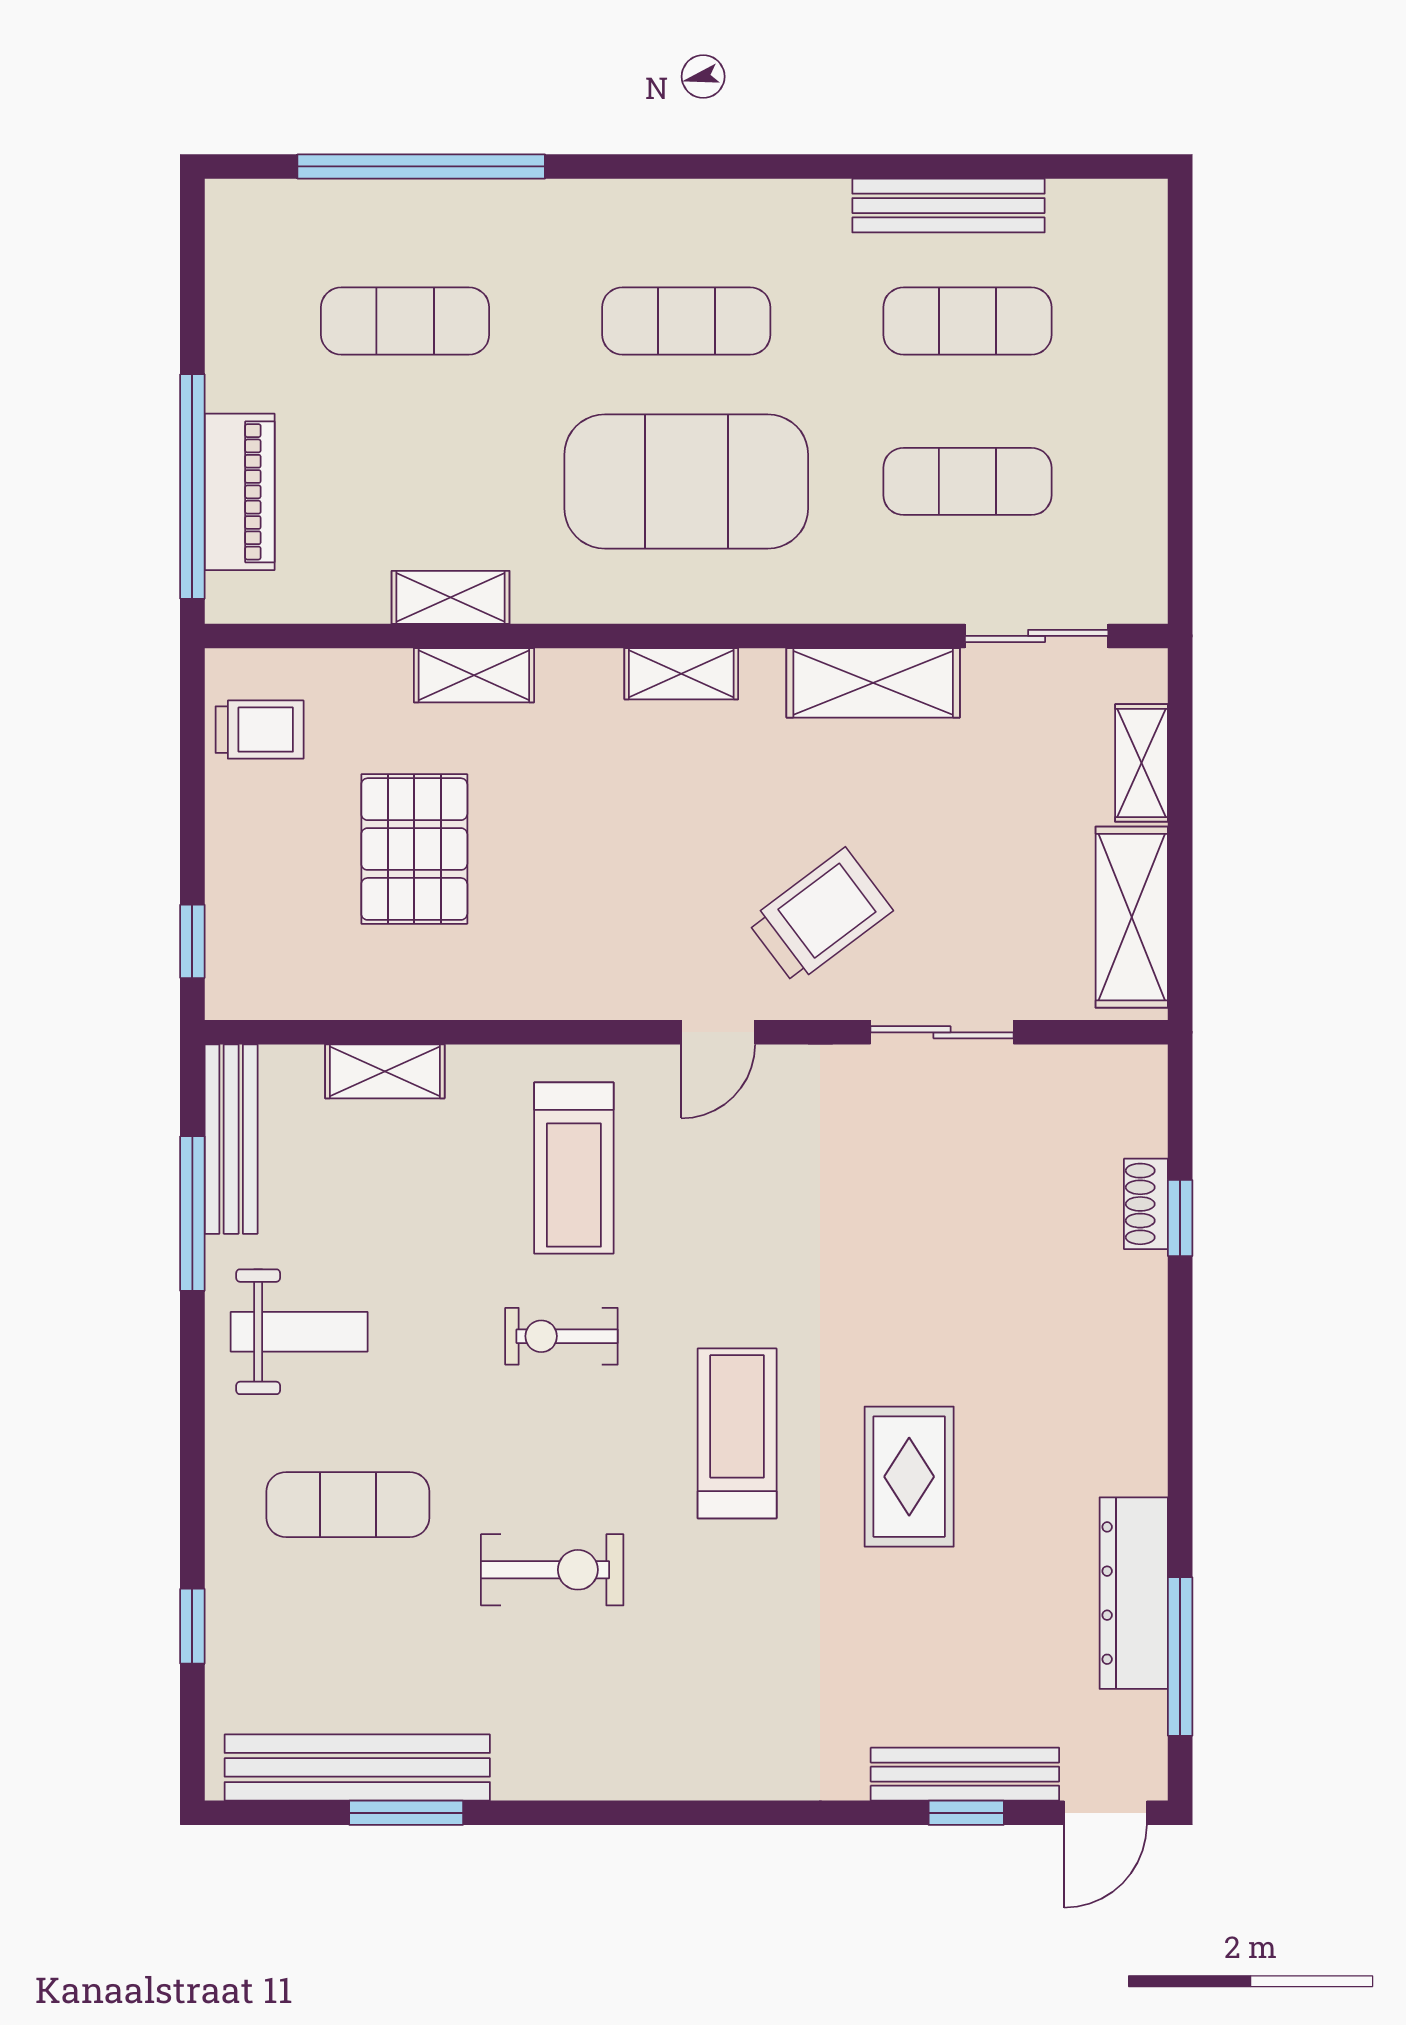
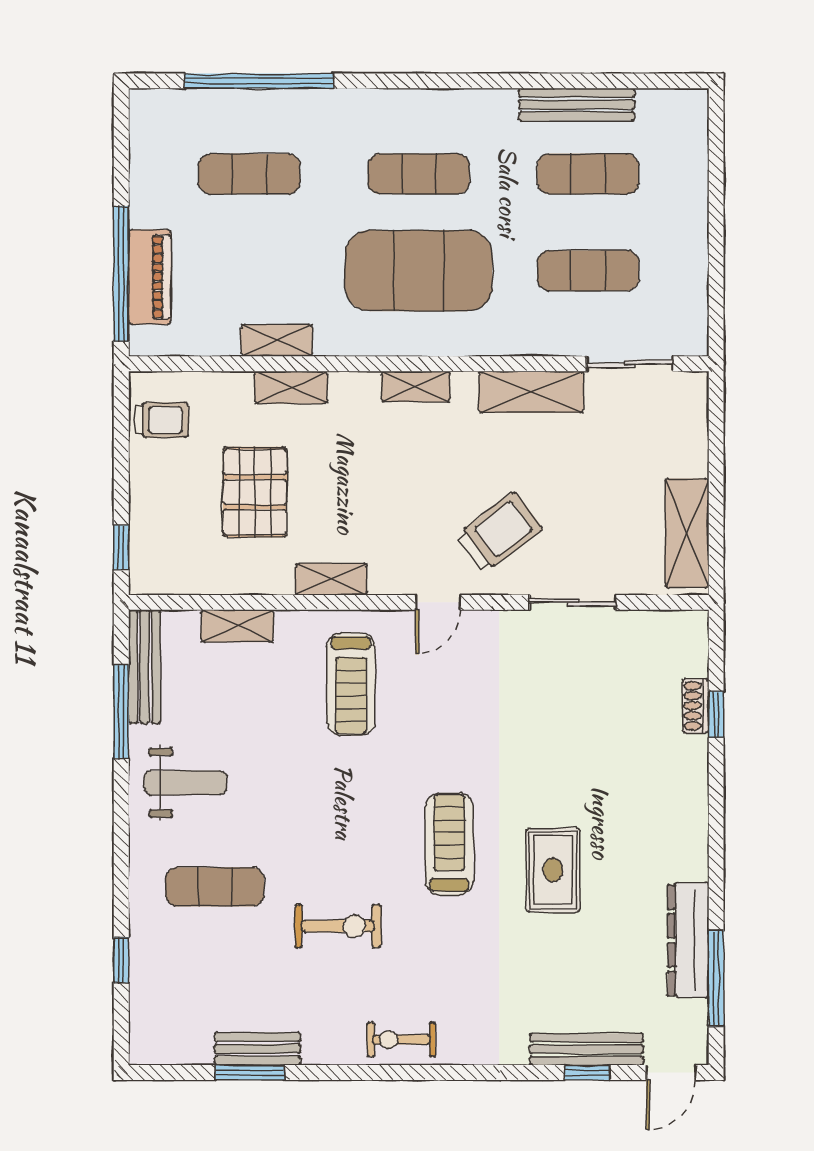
shelving: (1141, 763) -> (331, 579), moved, turned 90
exercise bike: (561, 1336) -> (401, 1040), moved
bench: (357, 1767) -> (258, 1049), width x0.54, depth x0.82

